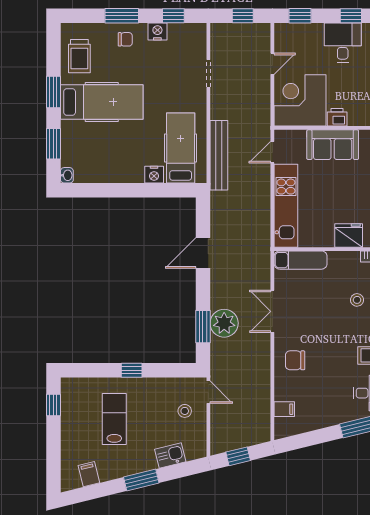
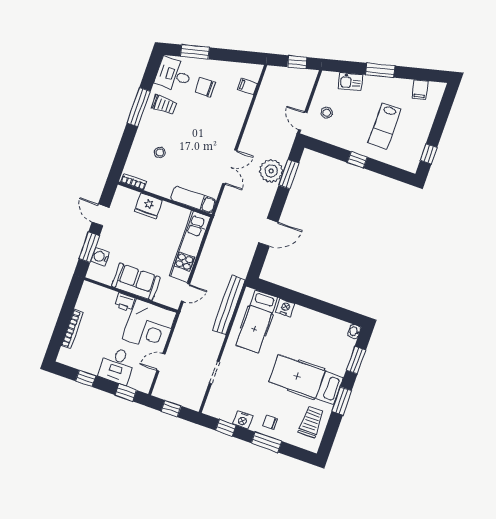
desk: (343, 43) -> (117, 366), moved
chair: (295, 360) -> (205, 87), moved, turned 180

